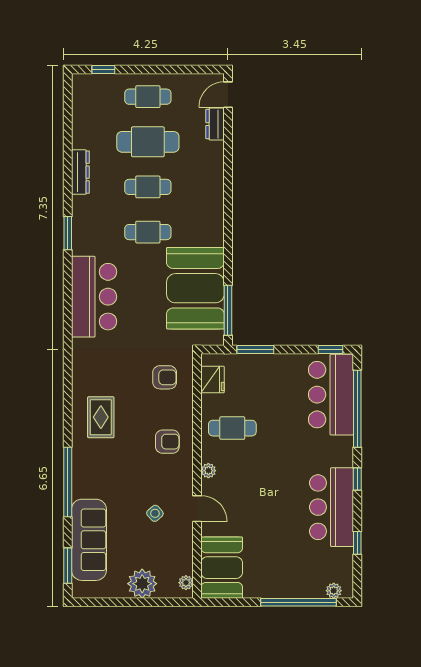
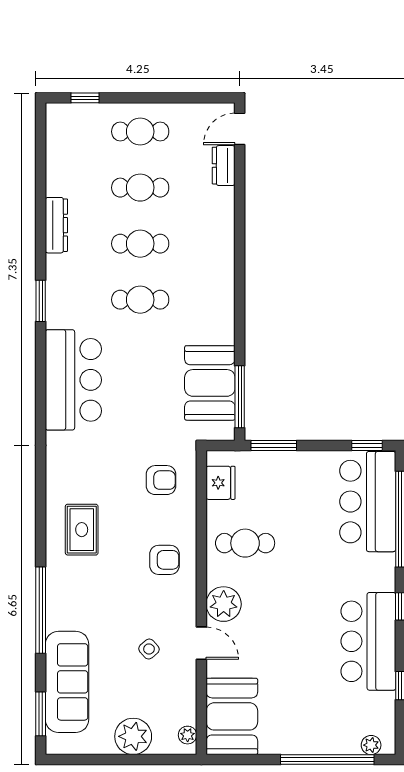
cafe table: (148, 142) -> (140, 188), width x0.73, depth x0.74
booth: (195, 288) -> (210, 383), width x0.73, depth x0.70
plant: (208, 471) -> (224, 604), width x1.88, depth x1.88

